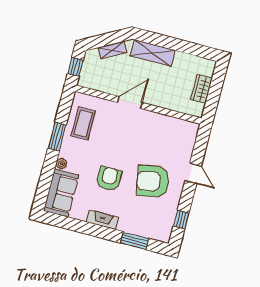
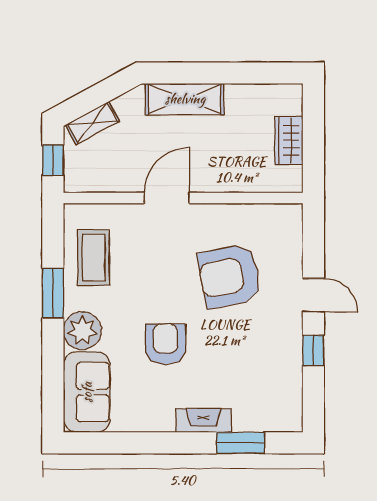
shelving: (112, 50) -> (92, 123), moved
plant: (61, 164) -> (82, 331), width x1.88, depth x1.88
armchair: (153, 181) -> (230, 276), moved
fireplace: (102, 220) -> (204, 421), moved
window: (181, 220) -> (313, 350), moved

